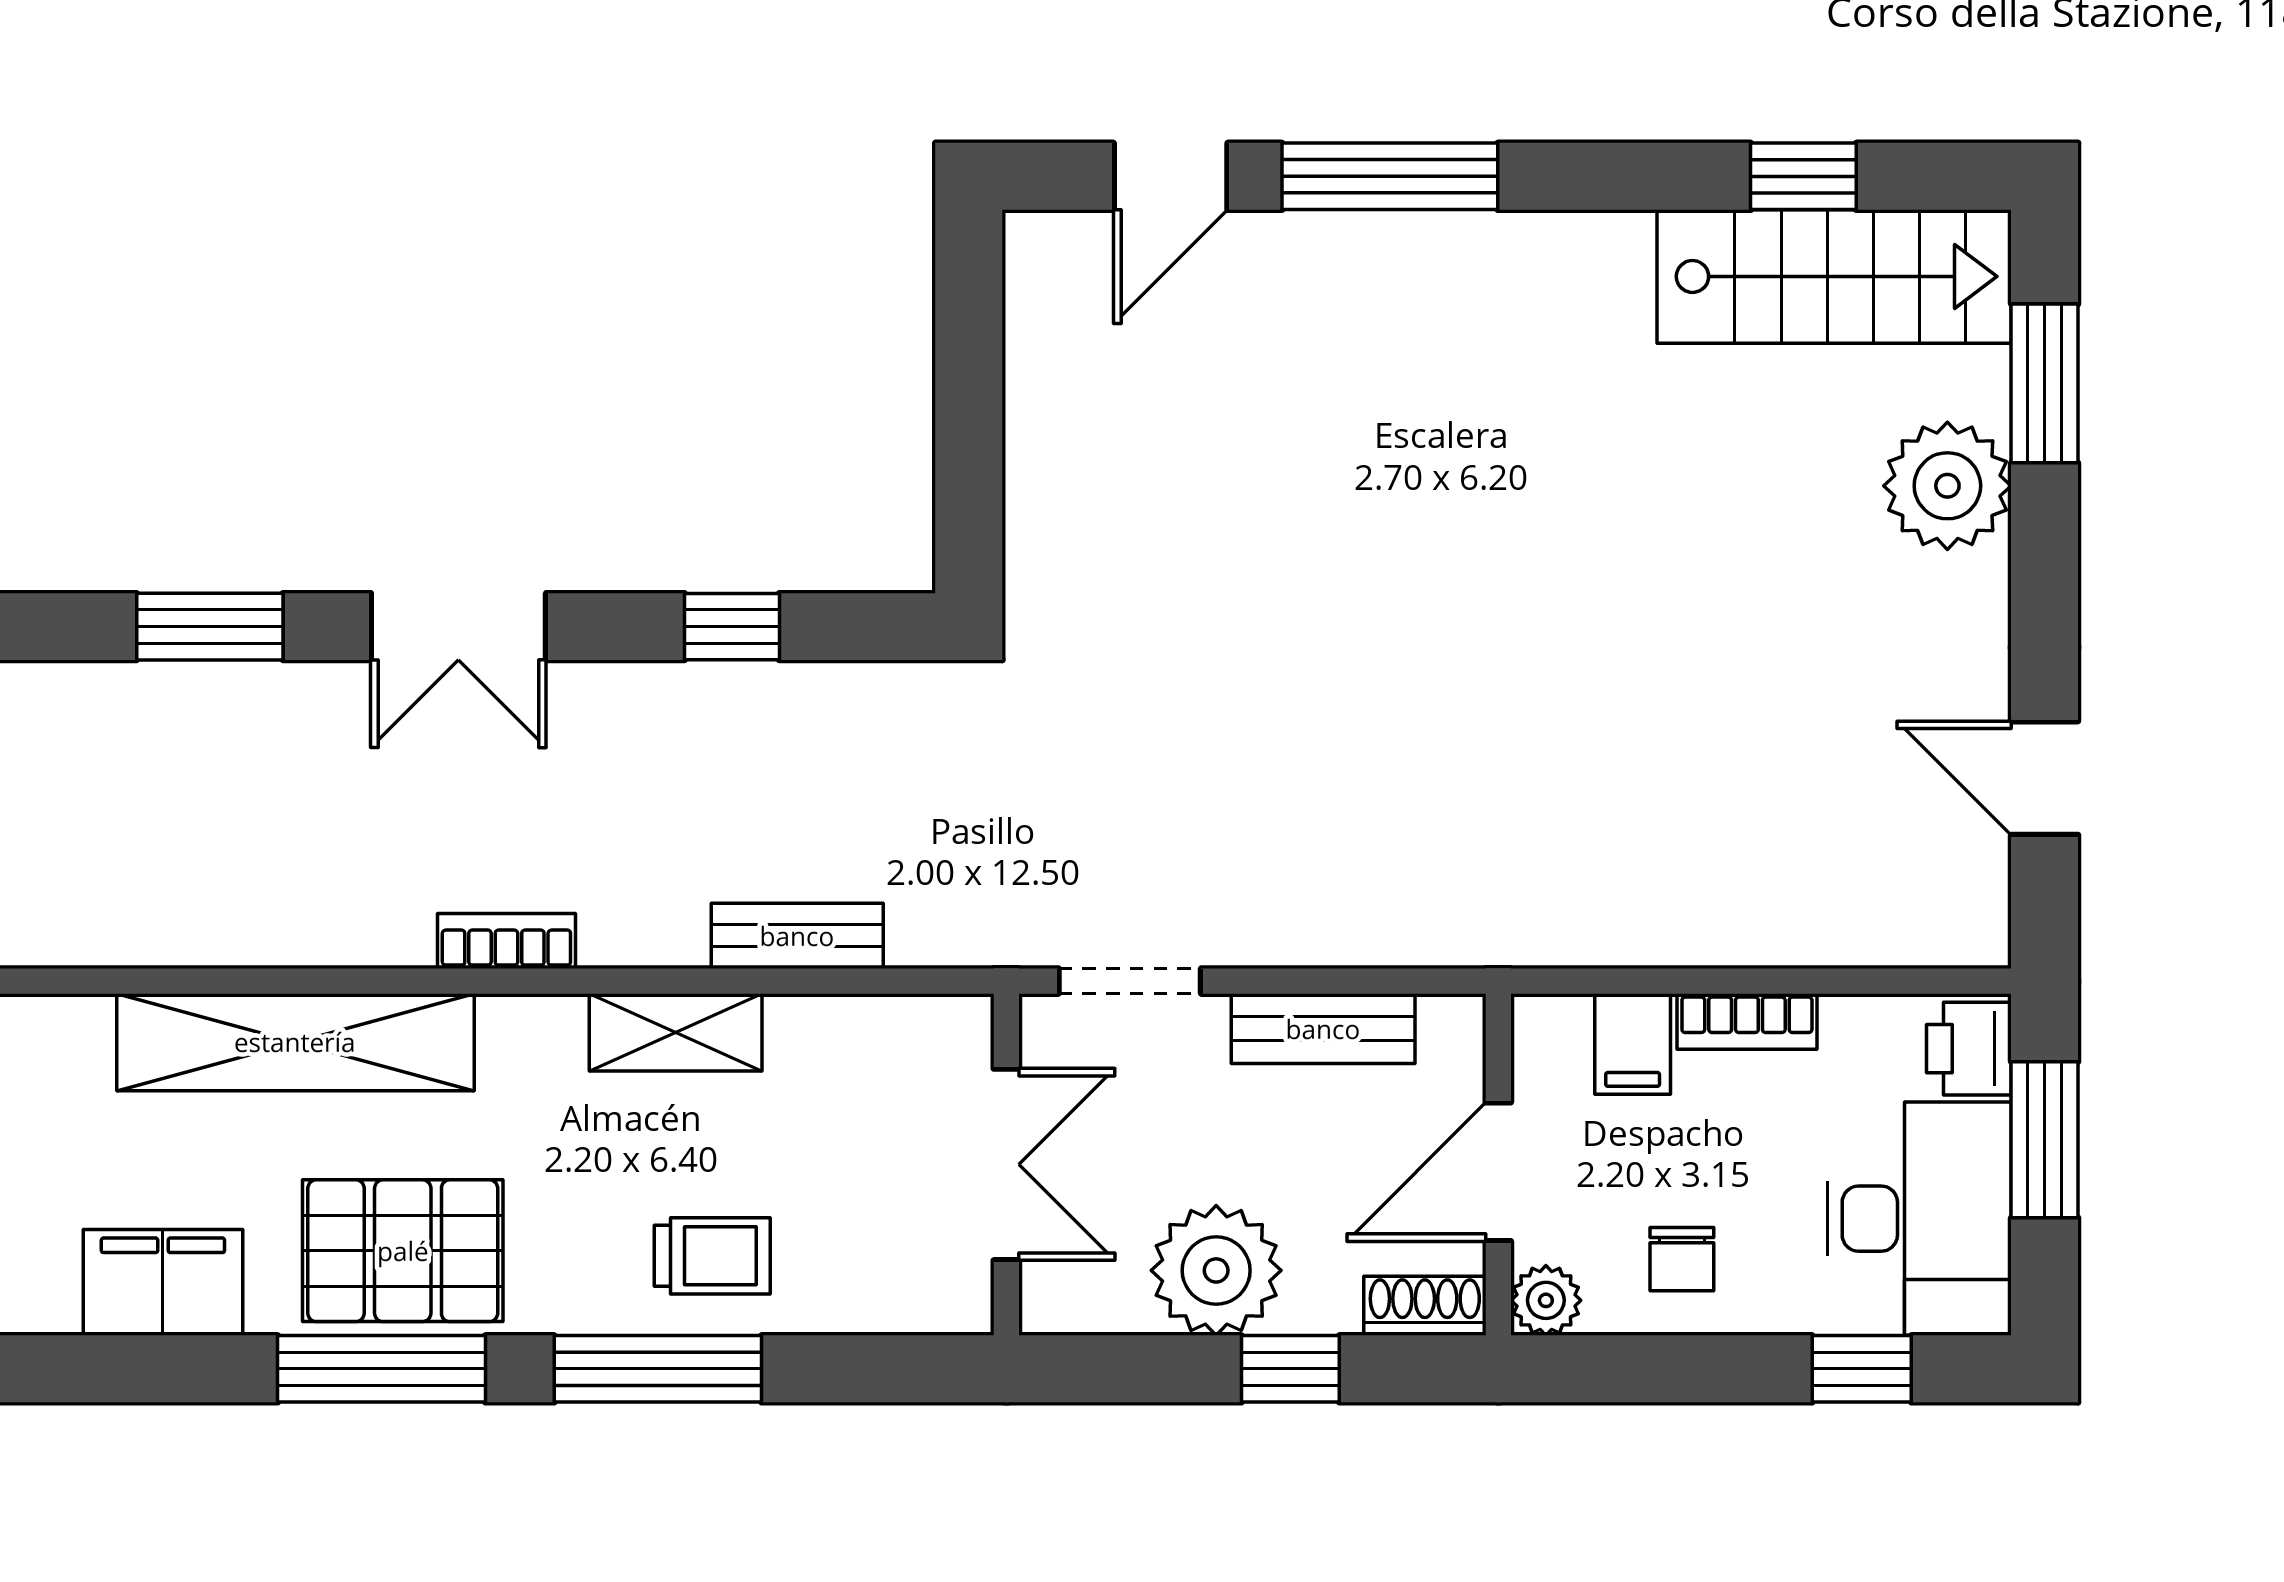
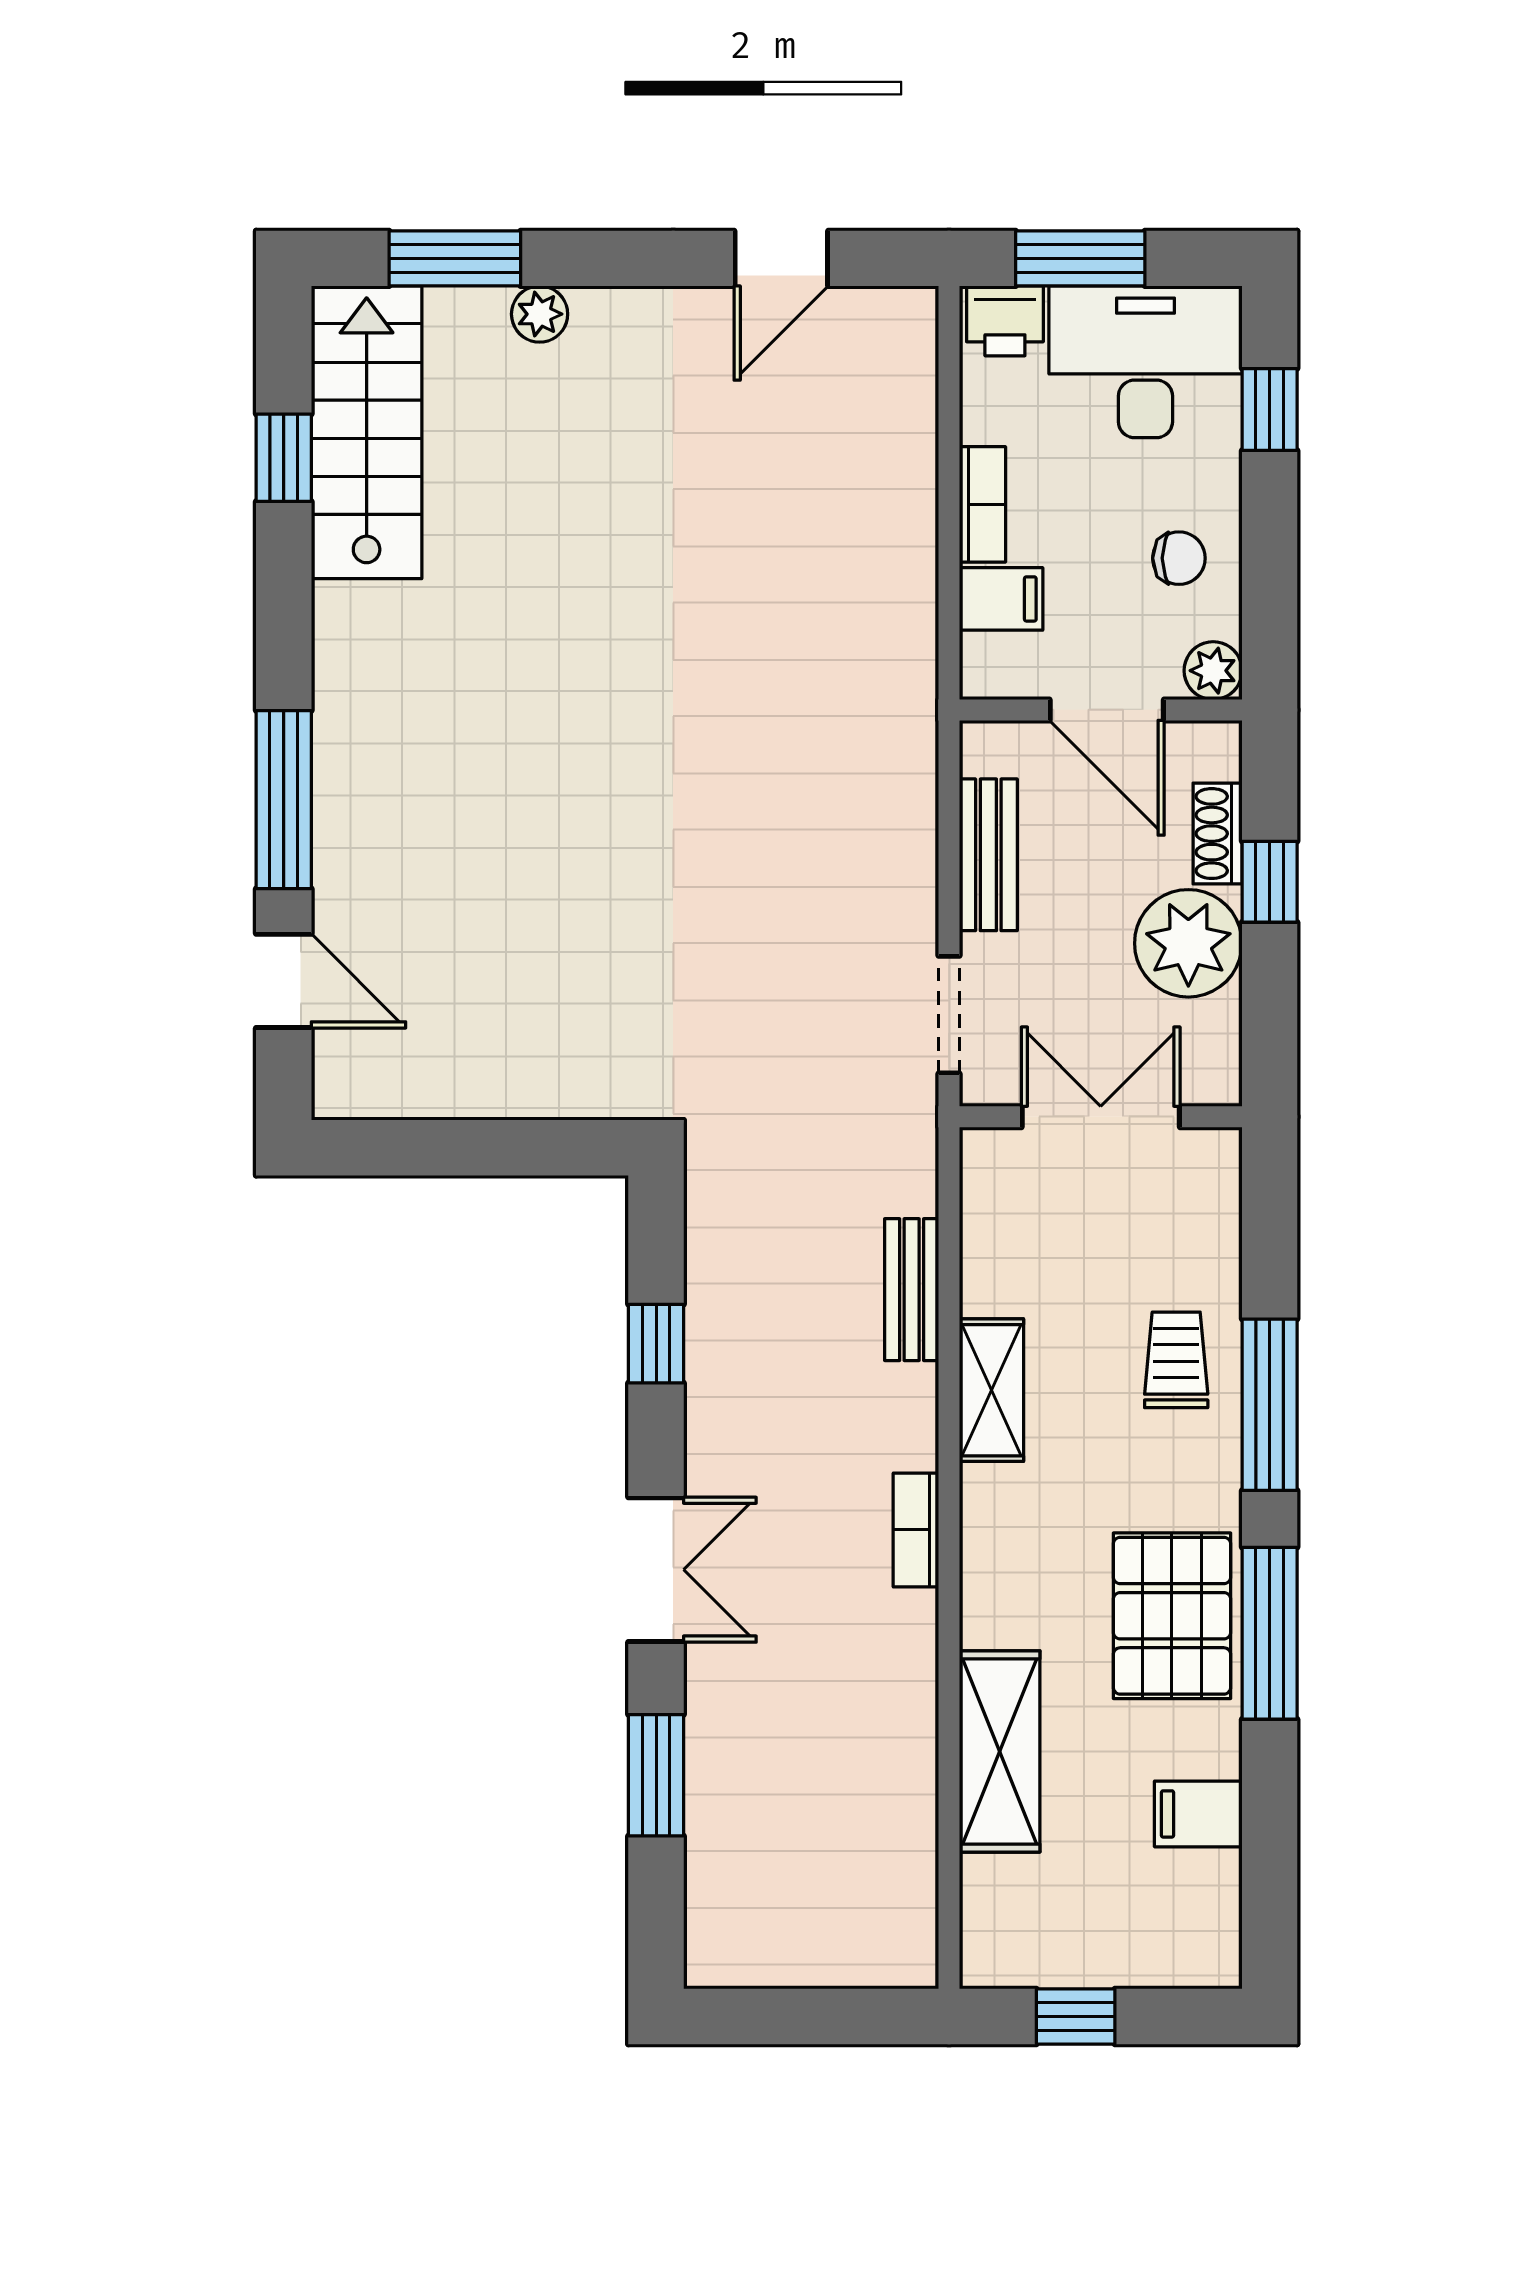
plant: (1947, 486) -> (540, 314), width x0.53, depth x0.53
shelving: (295, 1042) -> (1000, 1751), width x0.68
filing cabinet: (163, 1282) -> (1198, 1814), width x0.50
shoe rack: (1425, 1306) -> (1218, 834), moved

